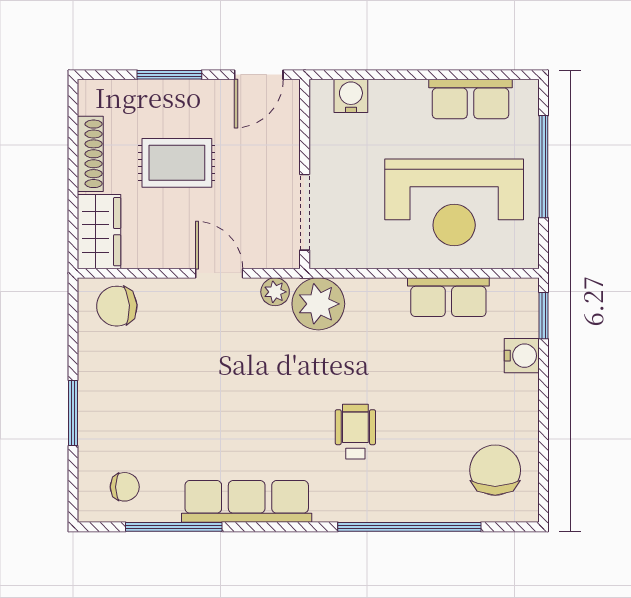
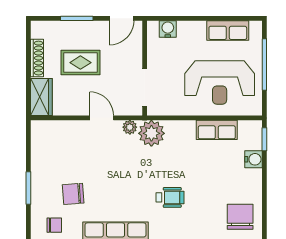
chair: (117, 306) -> (73, 194), moved
wheelchair: (355, 432) -> (170, 197), turned 90

